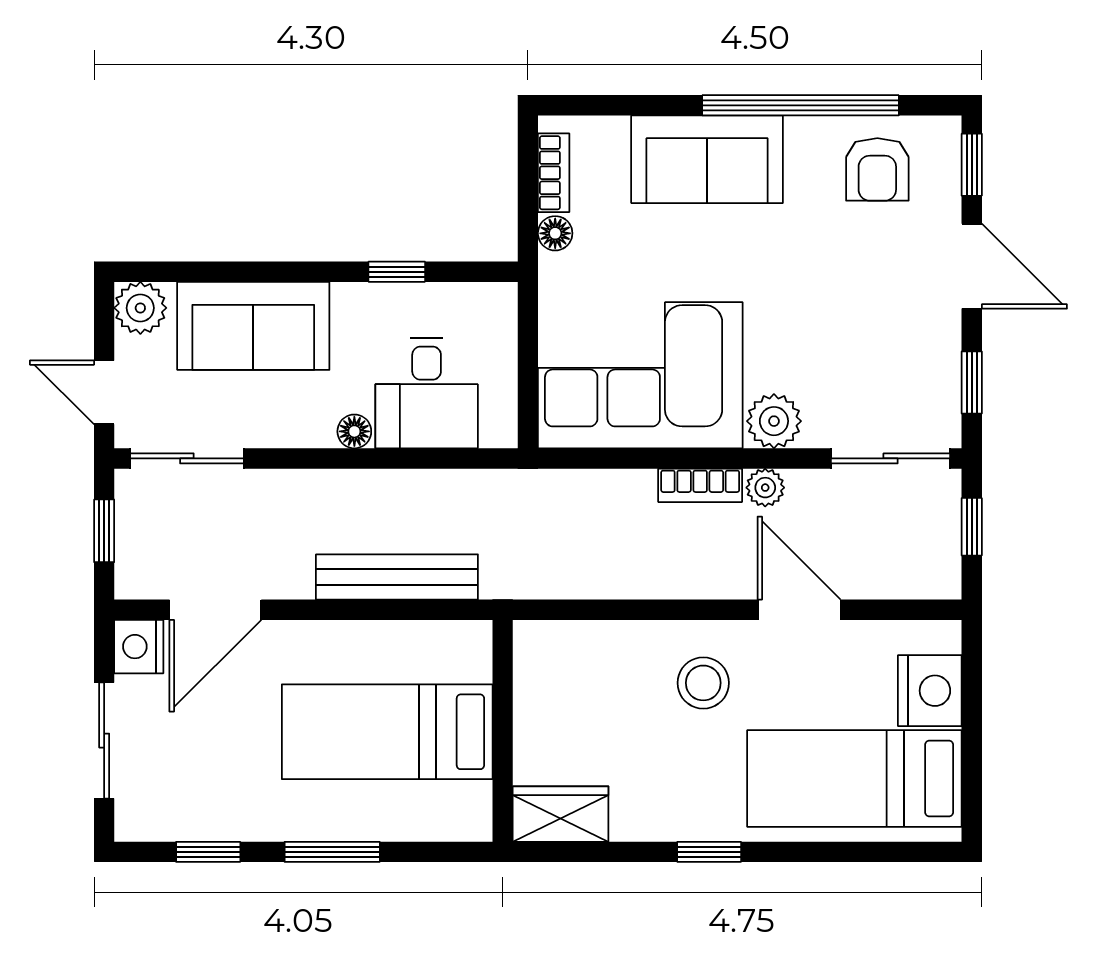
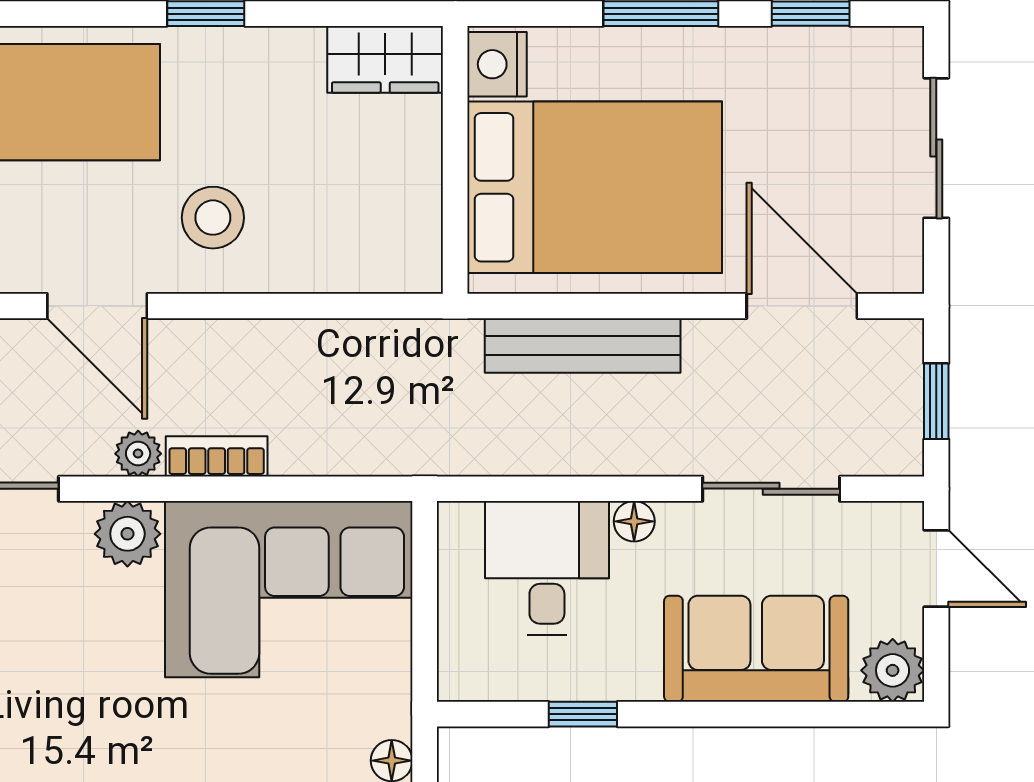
sliding door: (187, 458) -> (771, 489), moved
door: (215, 610) -> (802, 306), hinge flipped
nightstand: (139, 647) -> (497, 64), moved, turned 180
bed: (387, 732) -> (595, 187), width x1.50

